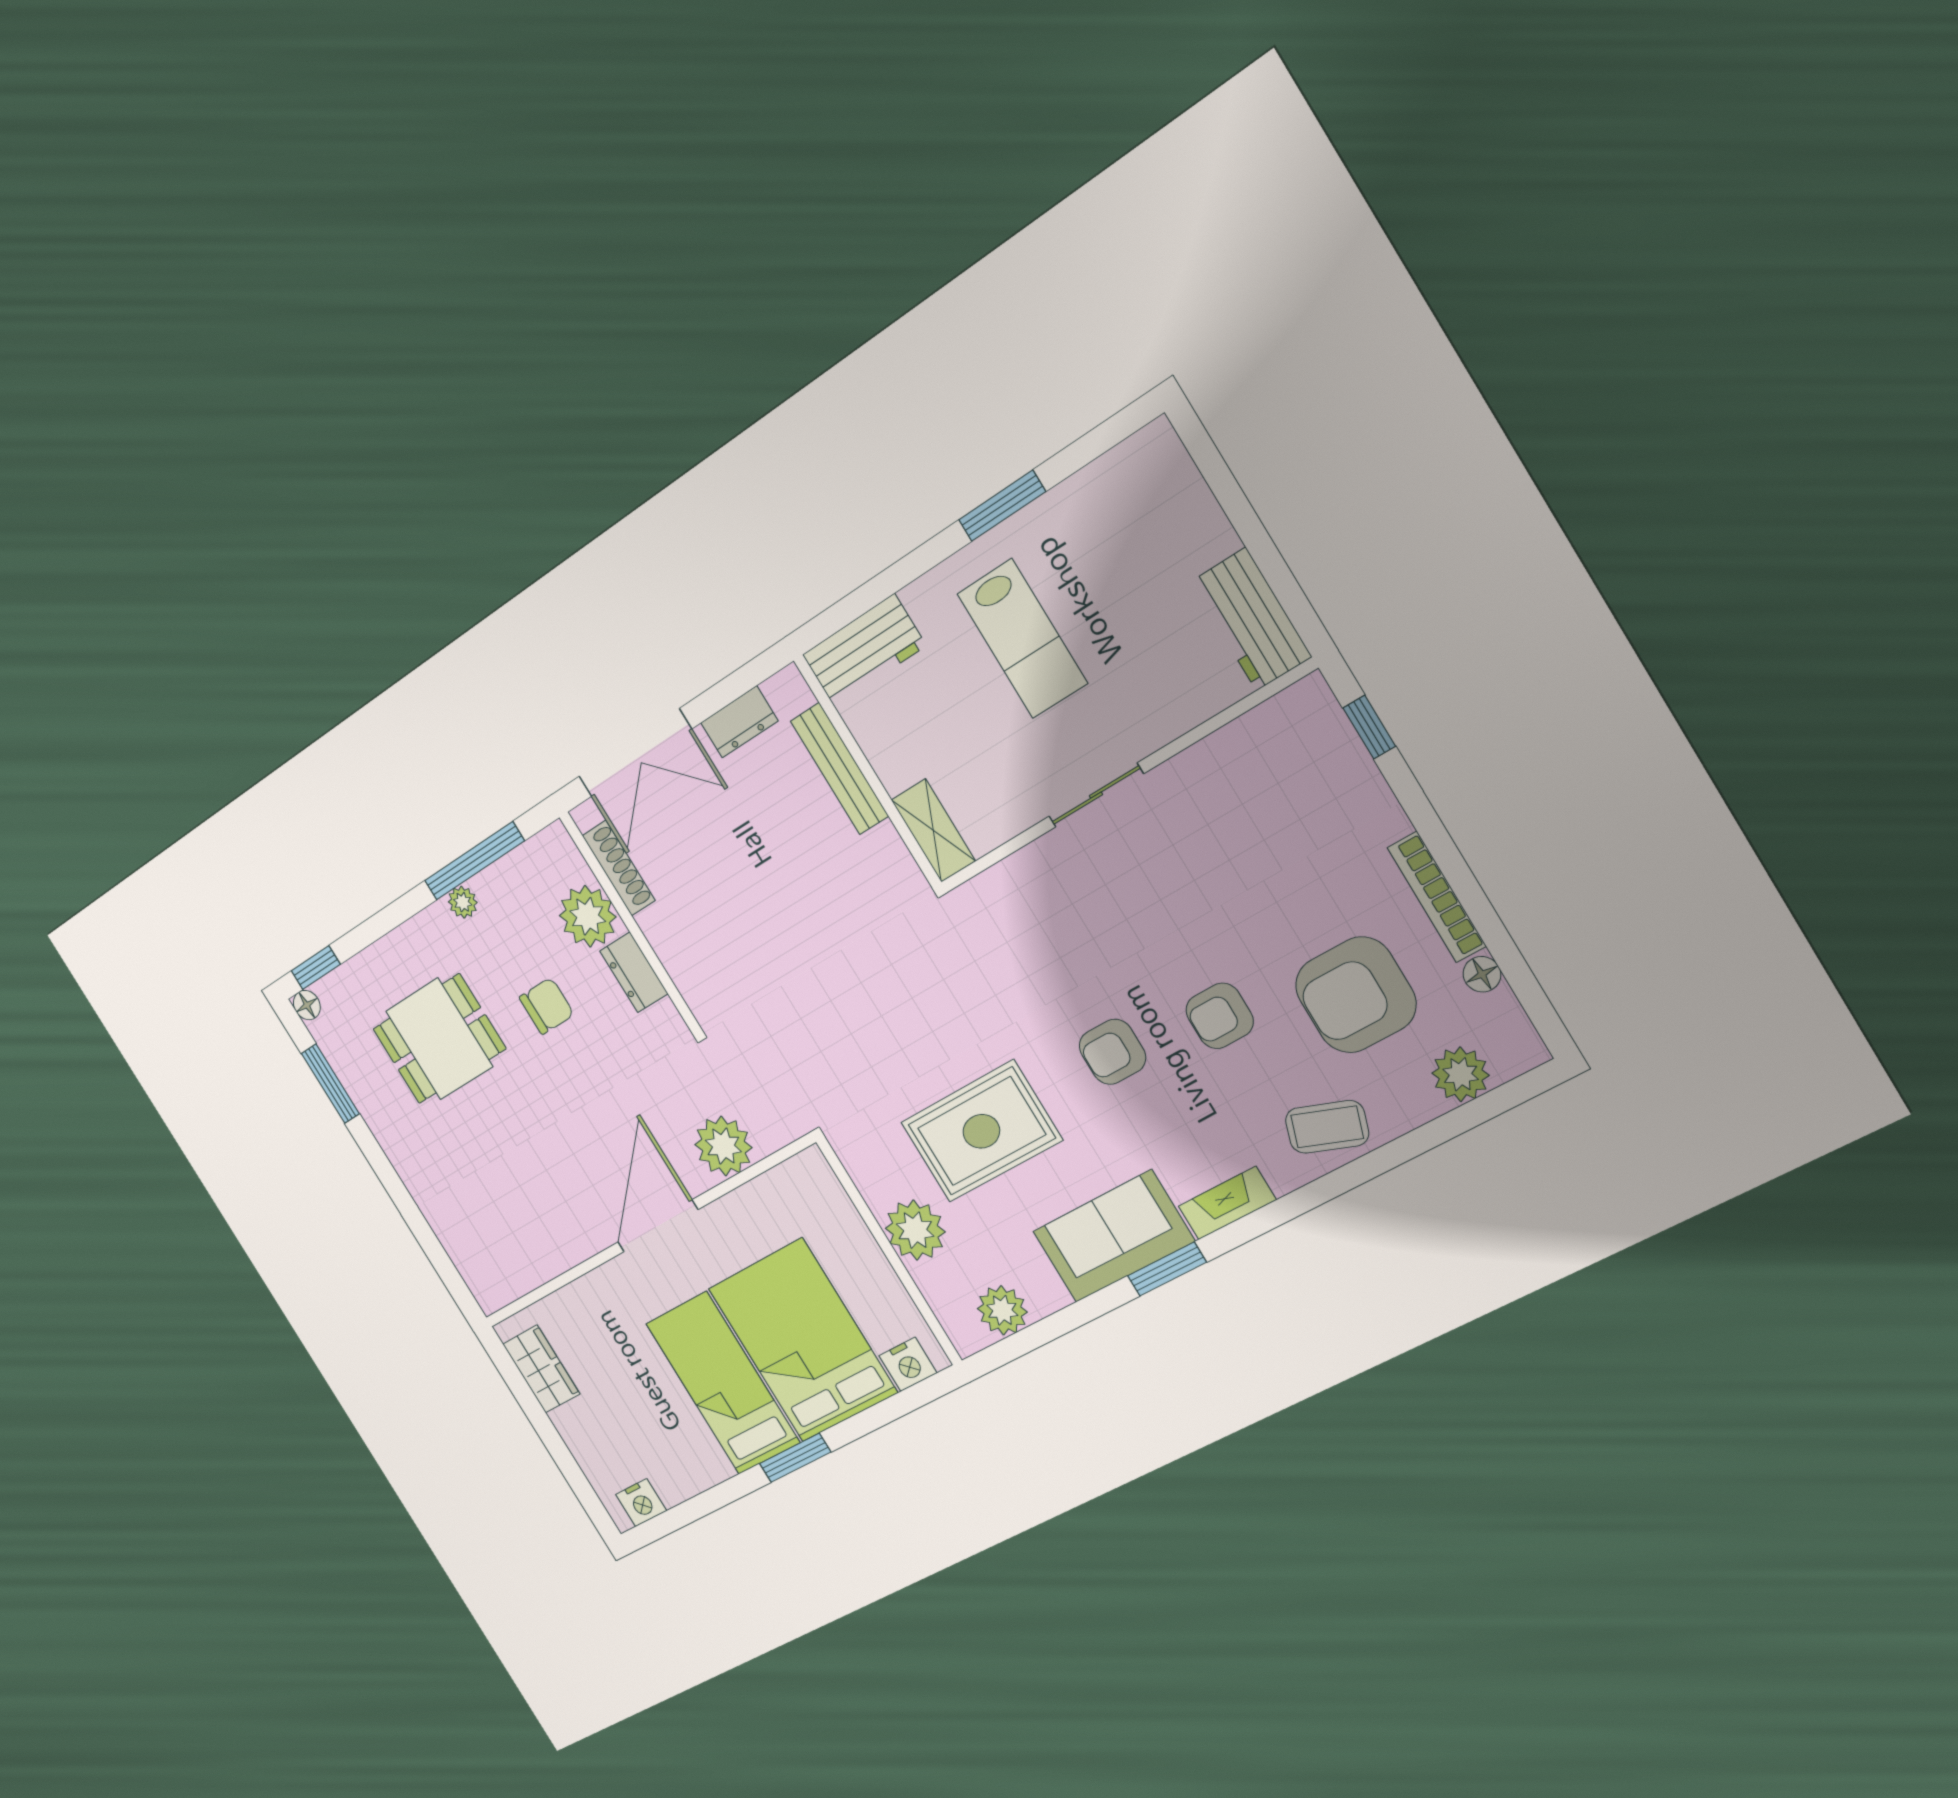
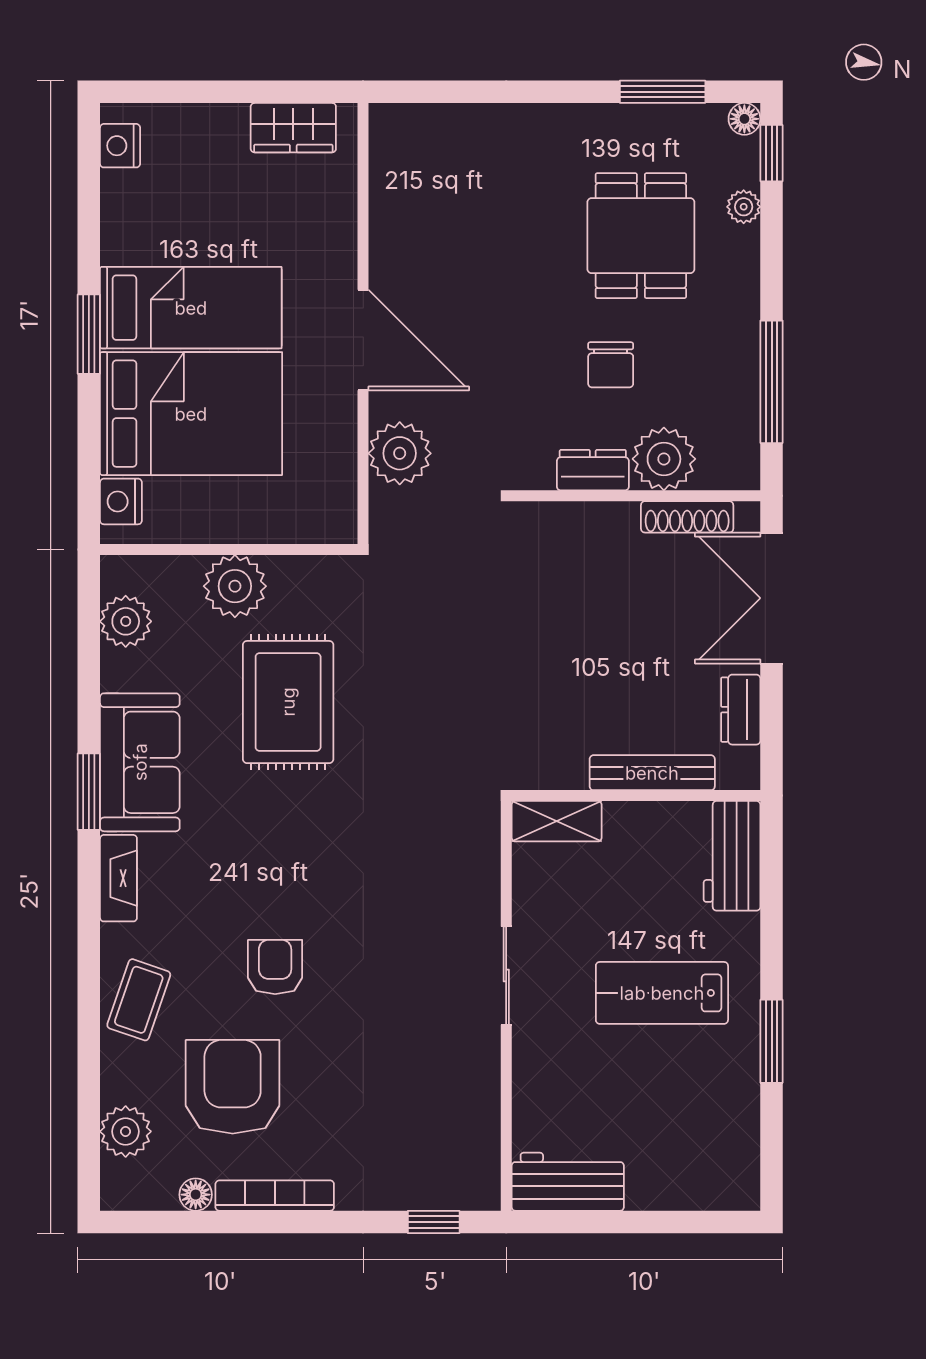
plant: (463, 902) -> (744, 207), moved
armchair: (1112, 1052) -> (294, 859), removed

